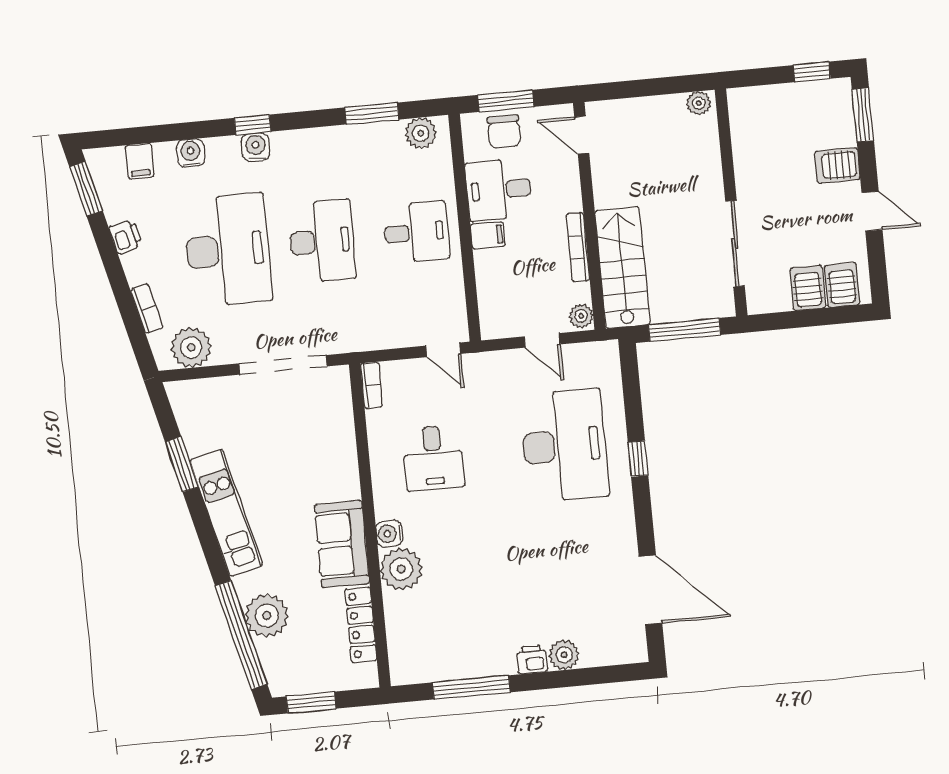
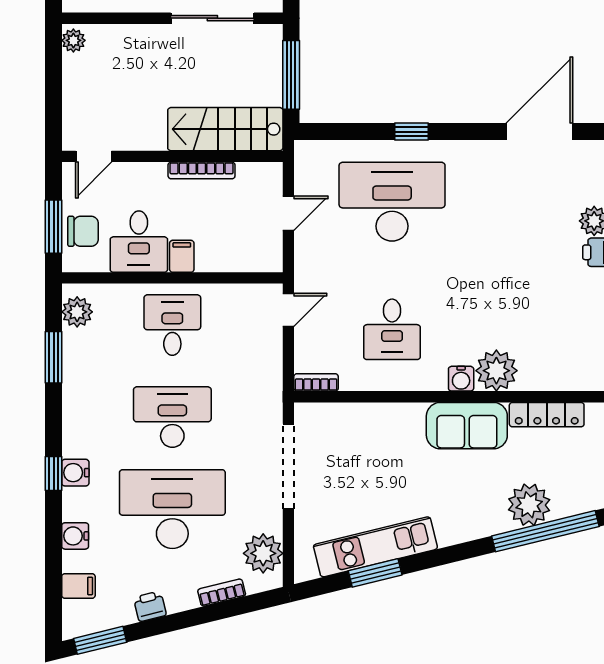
plant: (581, 316) -> (268, 174), removed
desk: (433, 458) -> (392, 329), turned 90
kitchen unit: (226, 513) -> (375, 547), moved

